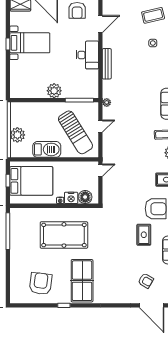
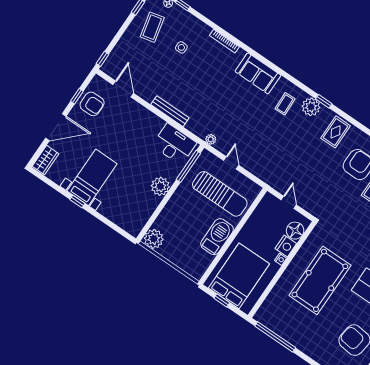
desk: (87, 55) -> (174, 144), moved
sun lounger: (75, 132) -> (220, 194), turned 32
plant: (17, 135) -> (154, 239), moved
door: (100, 170) -> (289, 202), moved

